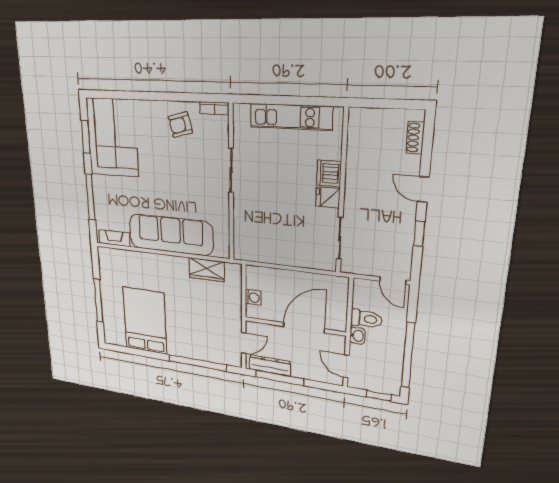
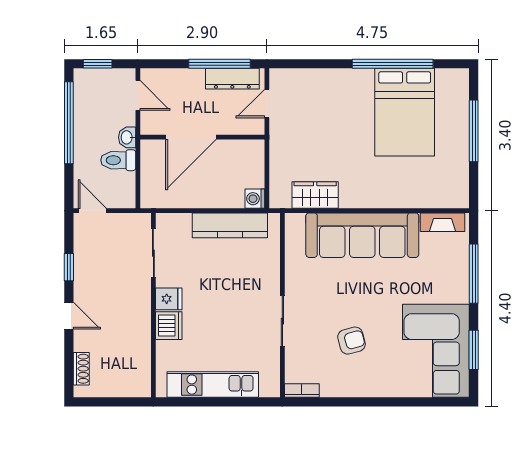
armchair: (180, 125) -> (351, 341), moved
kitchen counter: (274, 254) -> (230, 225), added
washing machine: (253, 298) -> (255, 199), moved
window: (198, 363) -> (393, 64), moved

